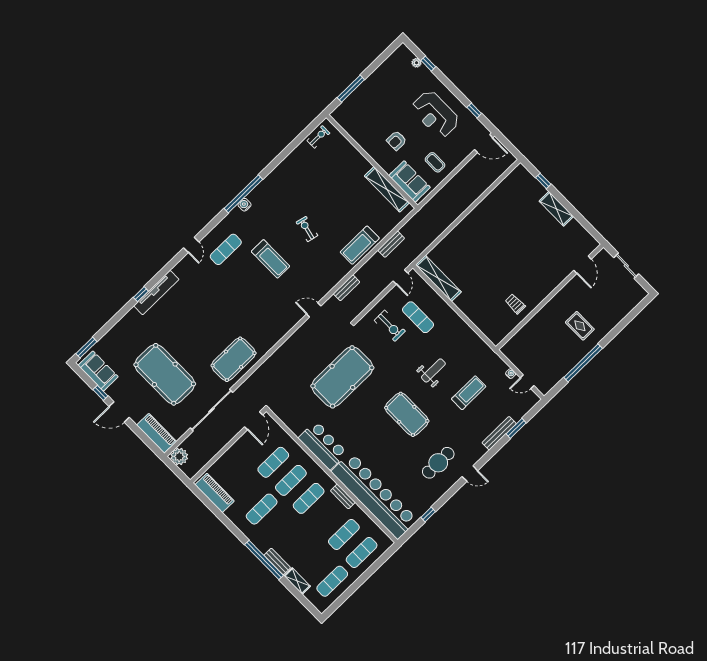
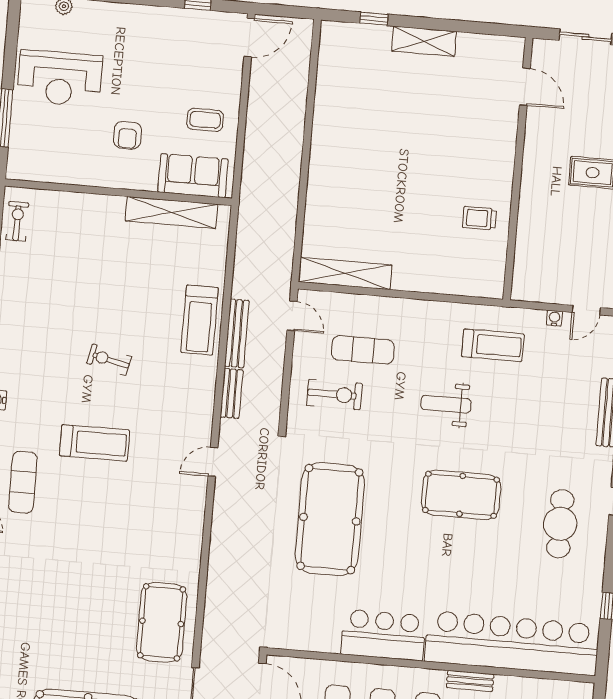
reception desk: (435, 114) -> (60, 78), moved
bench: (391, 244) -> (237, 333), moved, width x1.36
weight bench: (433, 370) -> (446, 404), turned -90
treadmill: (469, 393) -> (493, 345), moved, turned 90

